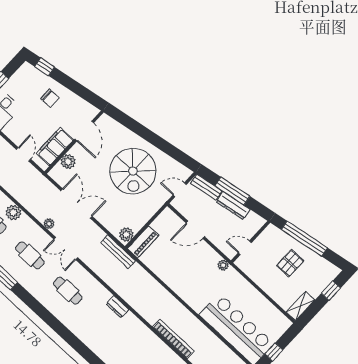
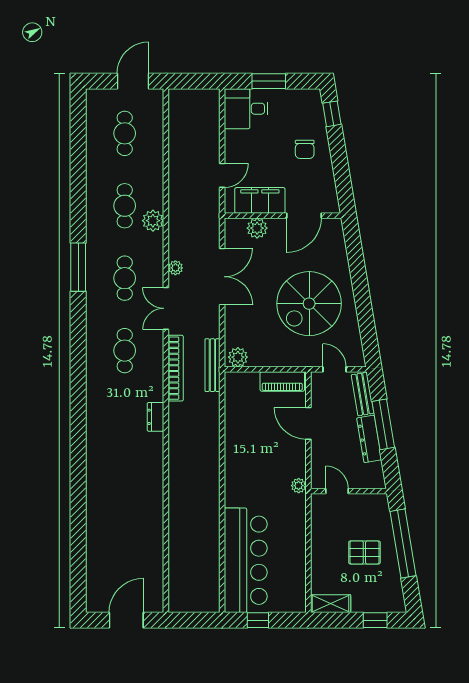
piano: (143, 242) -> (282, 381), moved
bookcase: (173, 339) -> (176, 368), moved

